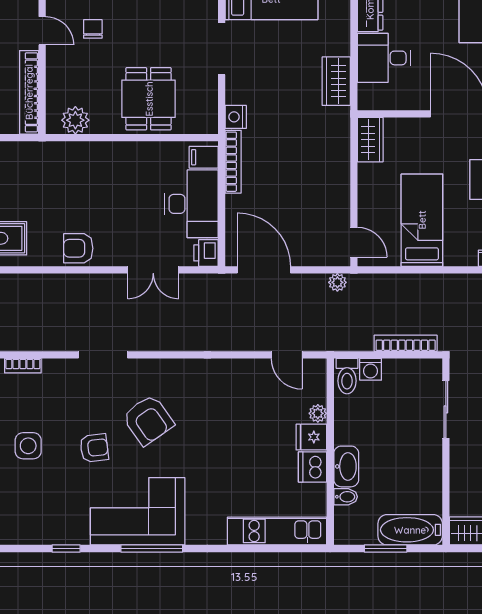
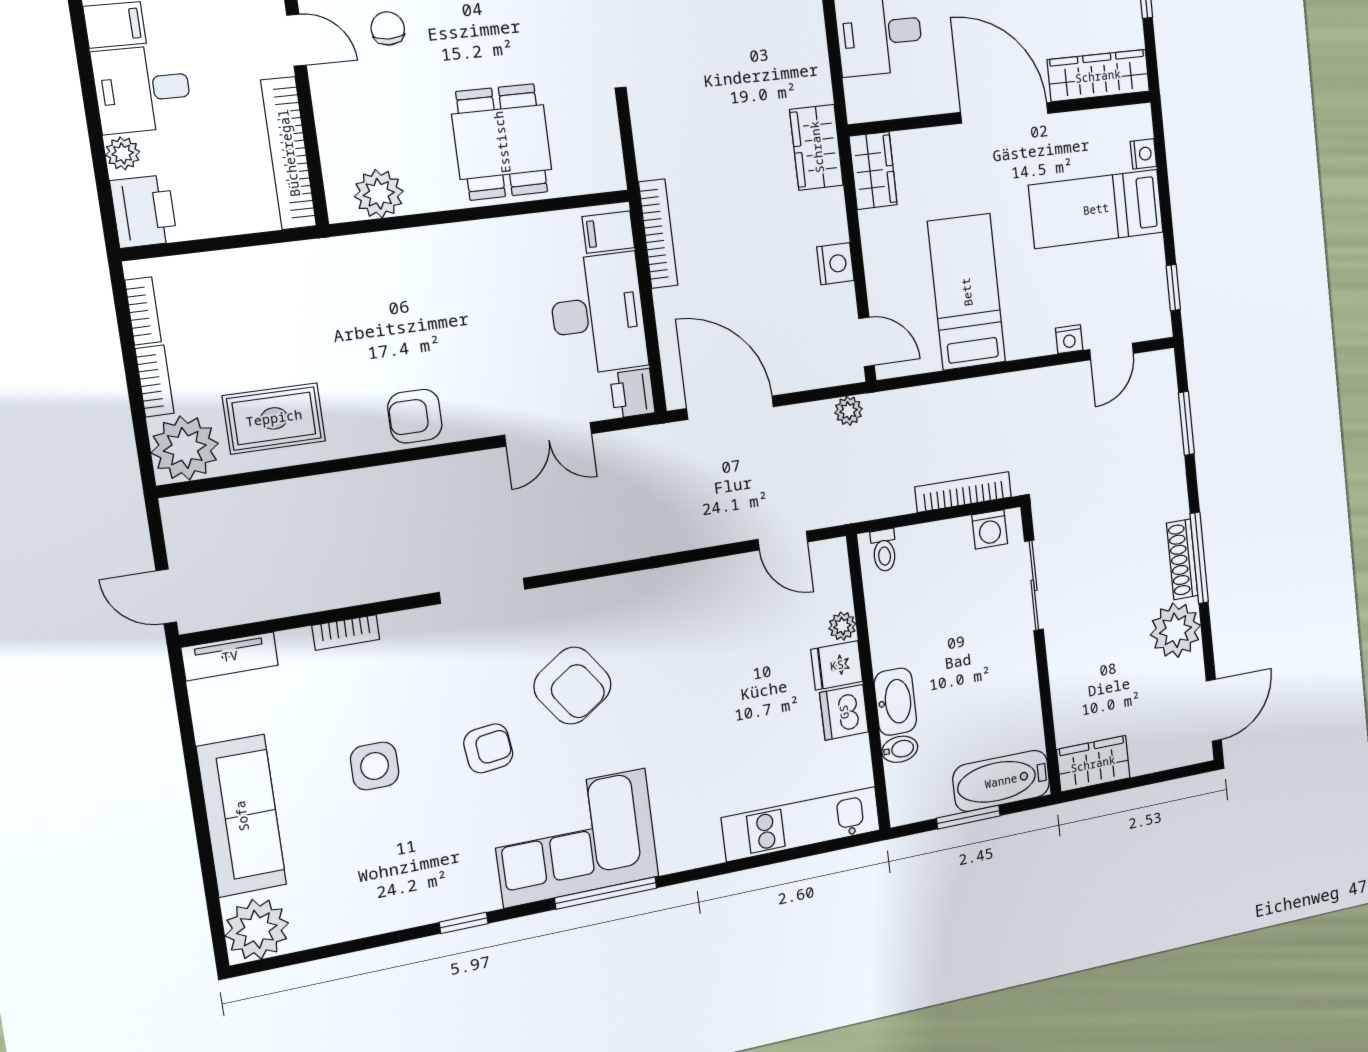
wardrobe: (336, 81) -> (817, 147), moved
nightstand: (236, 117) -> (835, 264), moved, turned 180
washing machine: (371, 369) -> (990, 529), moved
toilet: (347, 376) -> (884, 550), width x0.73, depth x0.72

